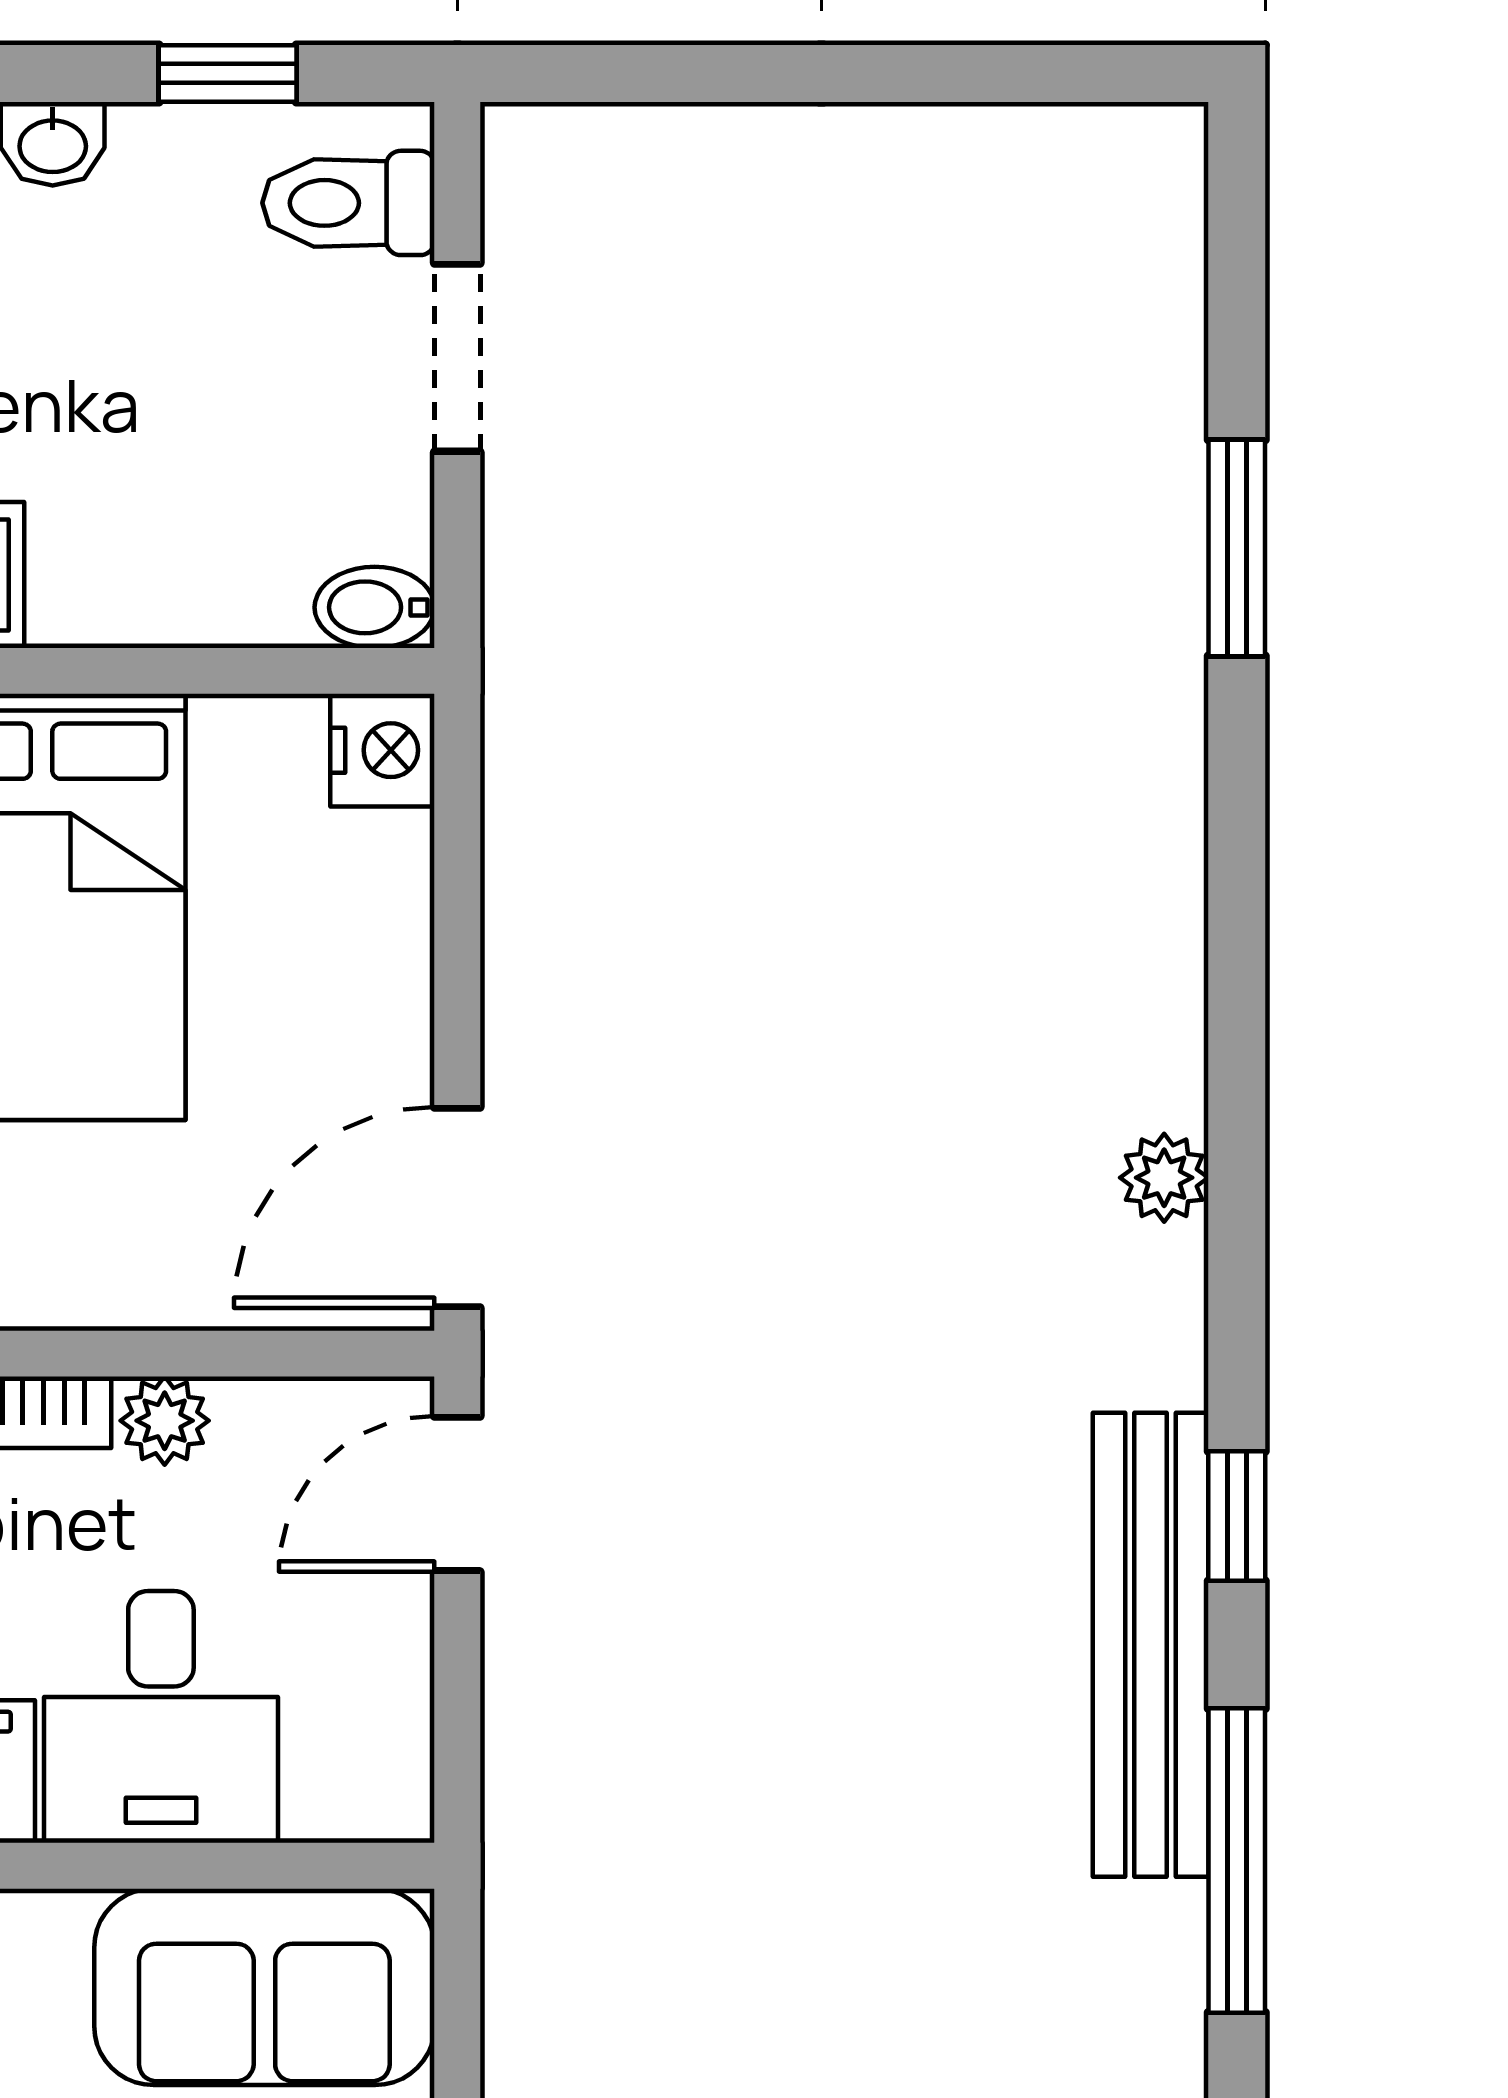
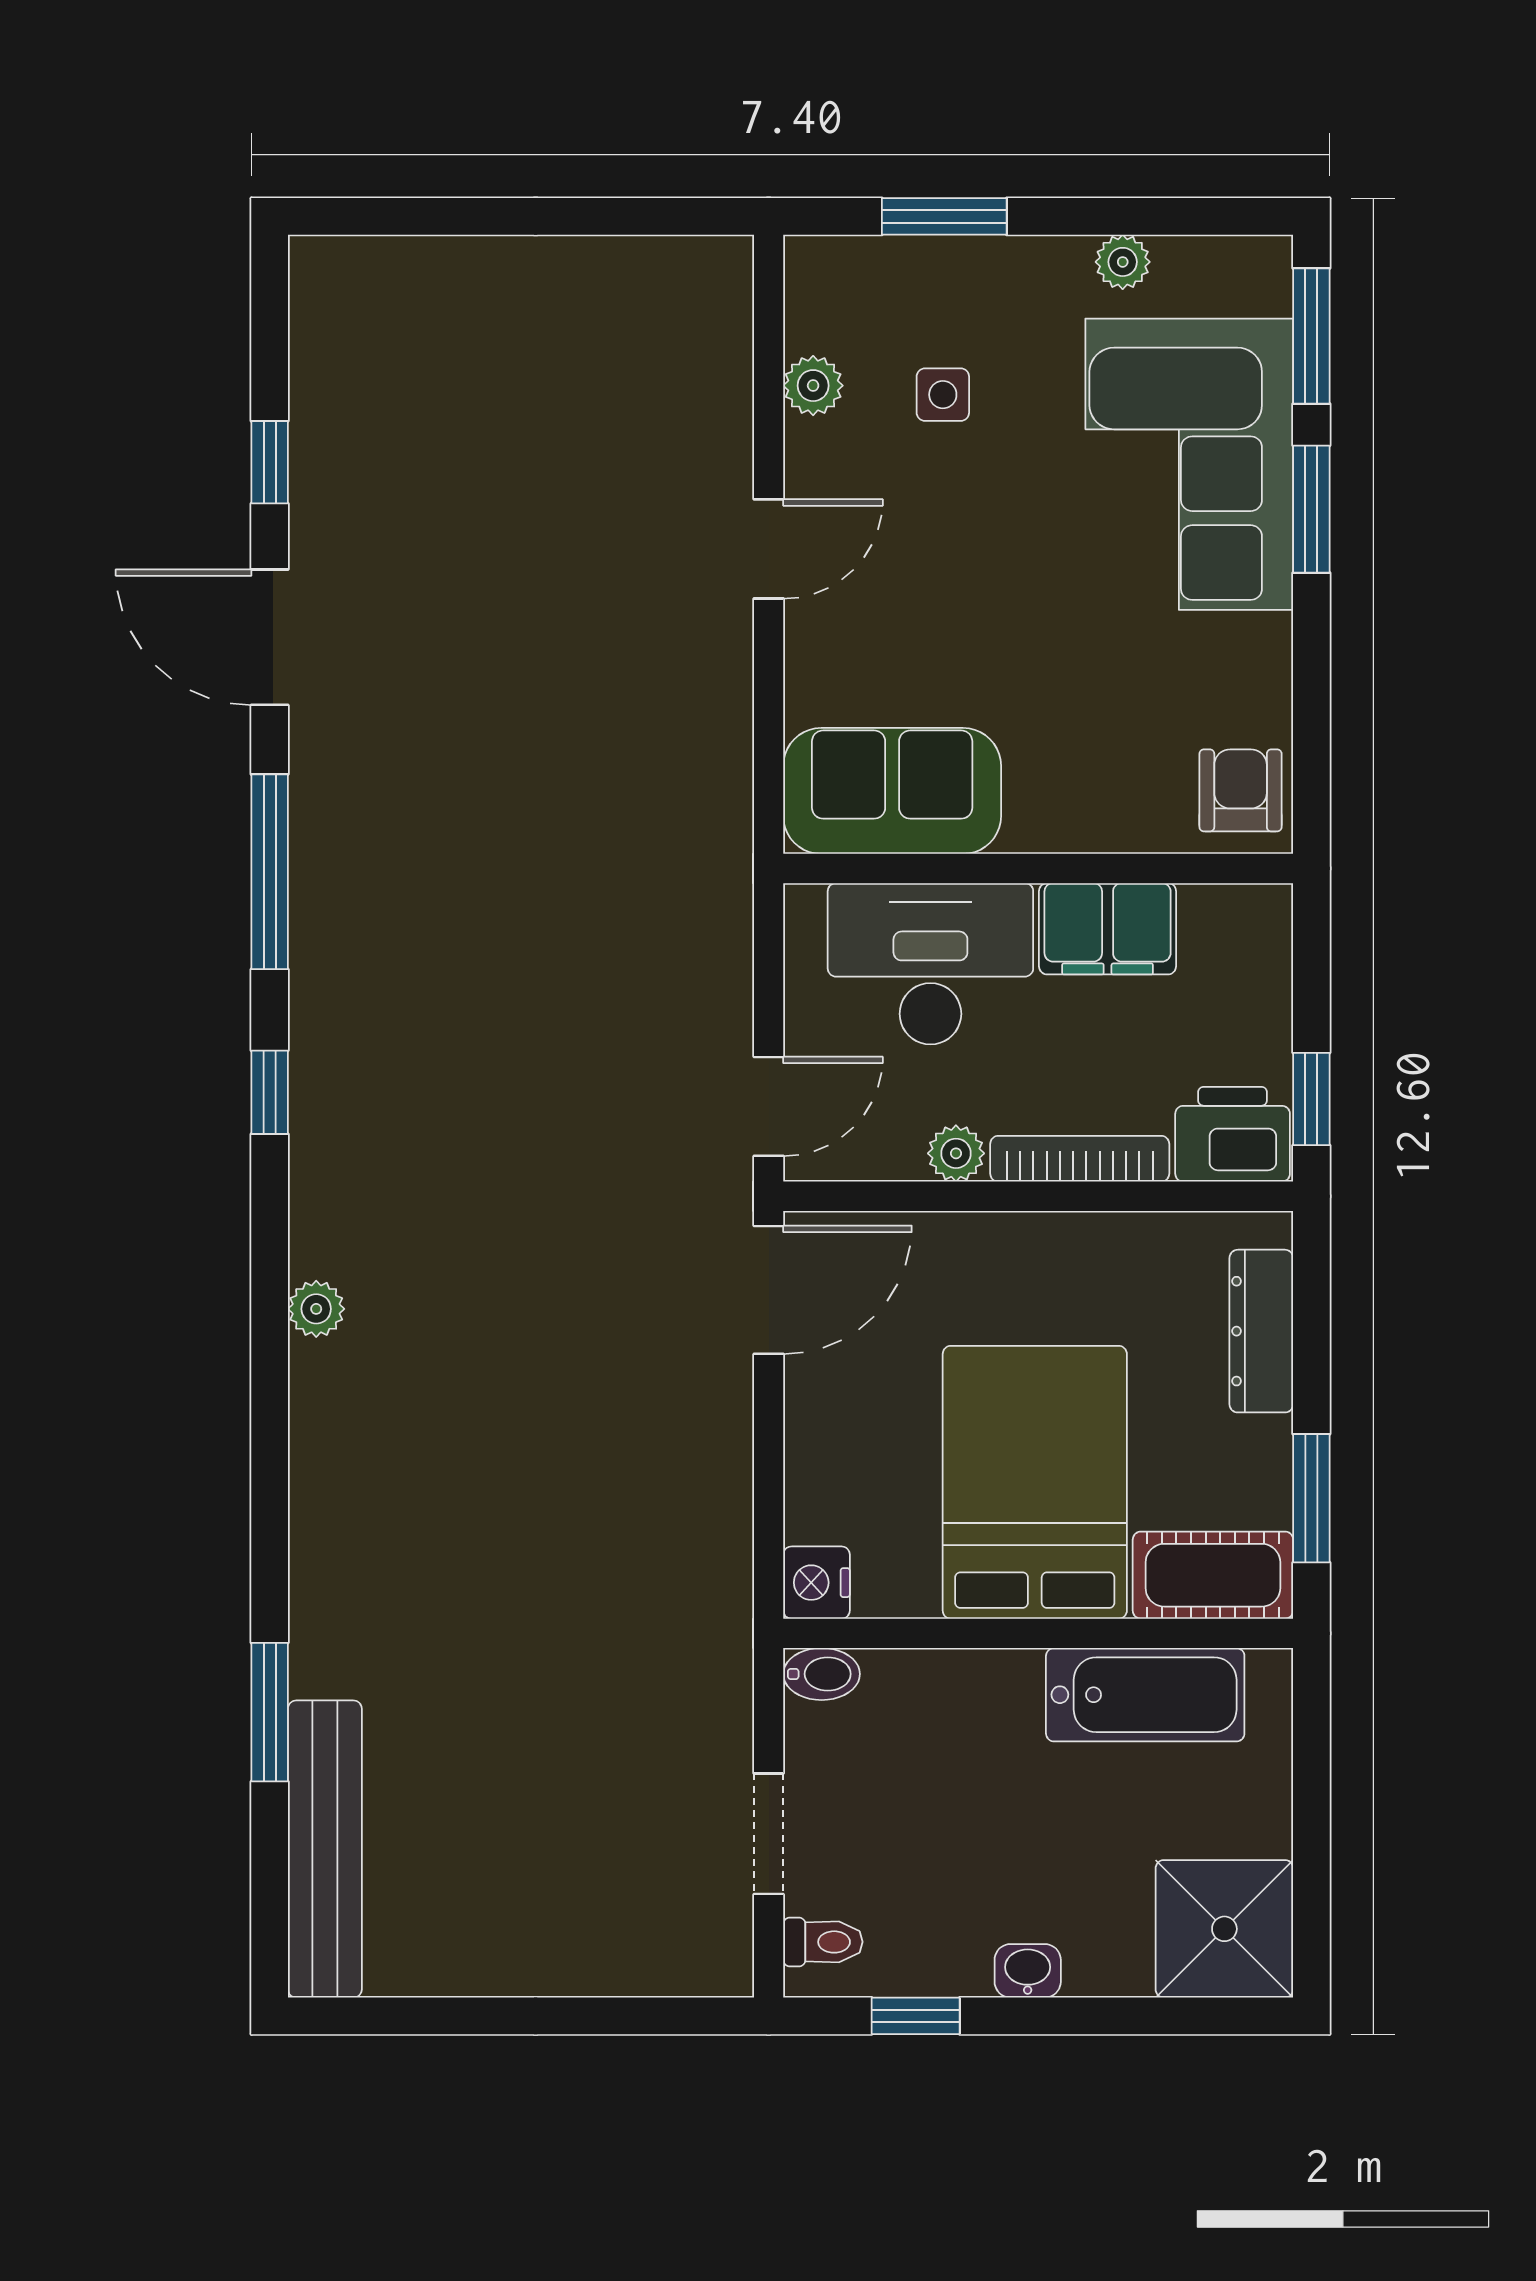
toilet: (348, 203) -> (823, 1942), width x0.73, depth x0.72
bench: (1151, 1645) -> (325, 1849), moved
desk: (161, 1717) -> (930, 964), width x1.37

